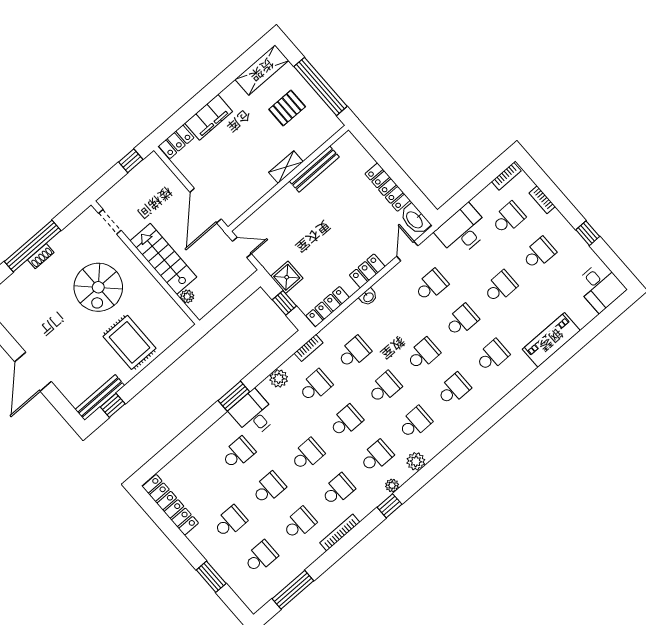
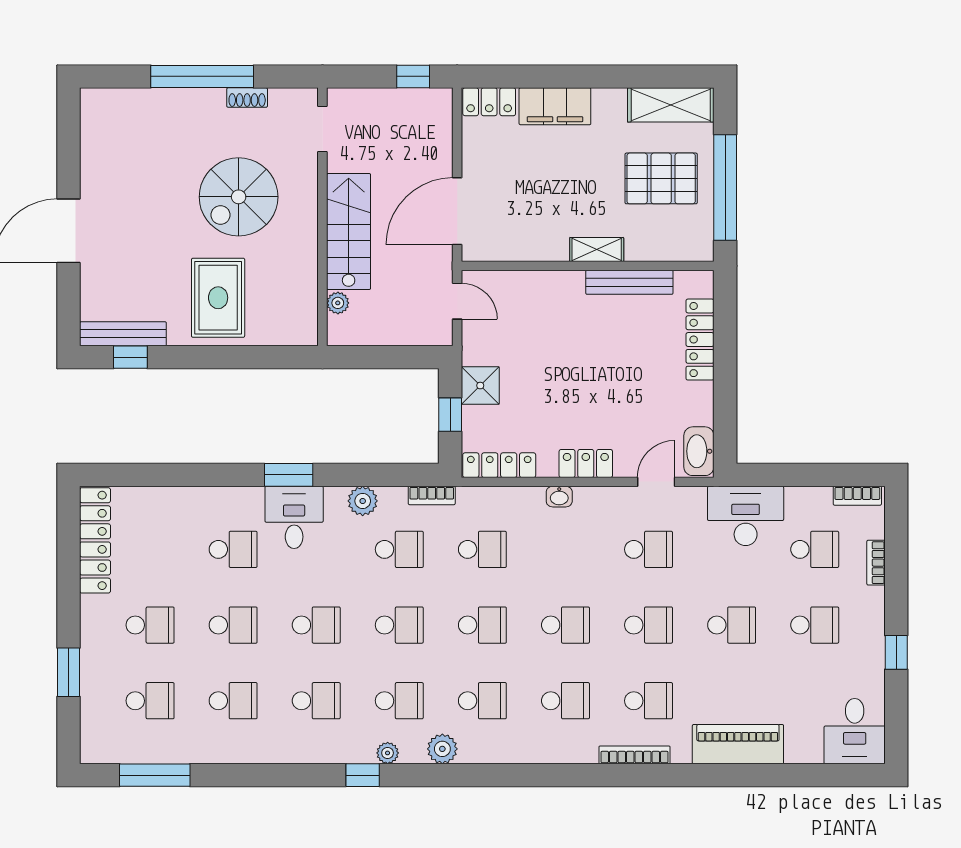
pallet: (287, 108) -> (661, 178), width x1.50, depth x1.42
locker: (388, 187) -> (700, 340), moved
shoe rack: (41, 256) -> (247, 98), moved
bookcase: (340, 532) -> (635, 755), moved

